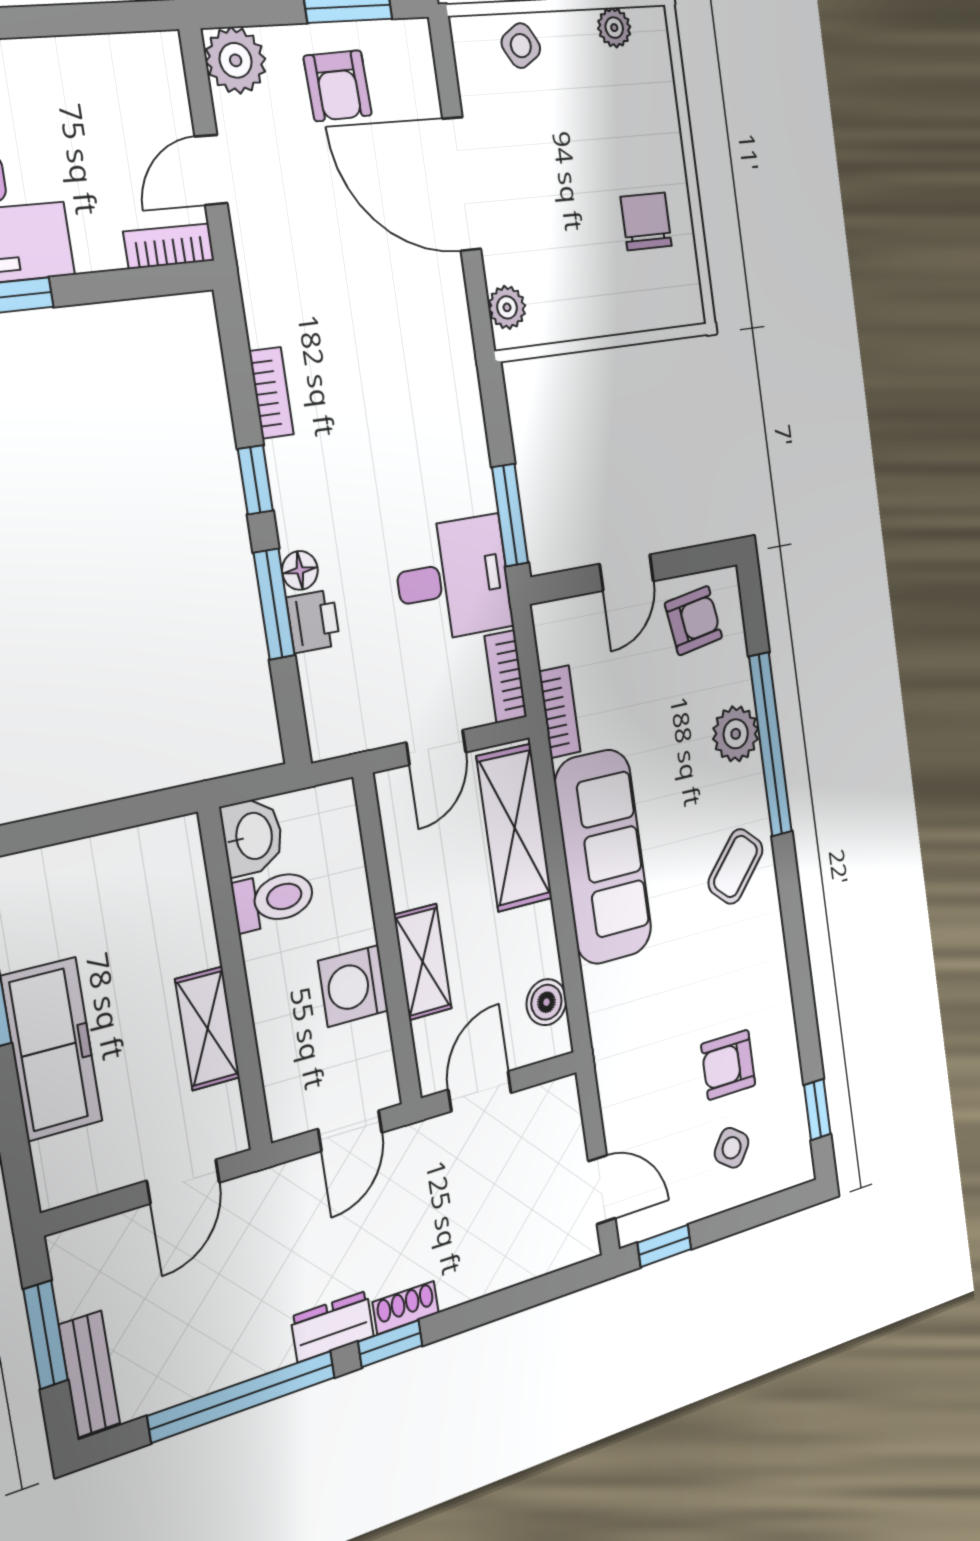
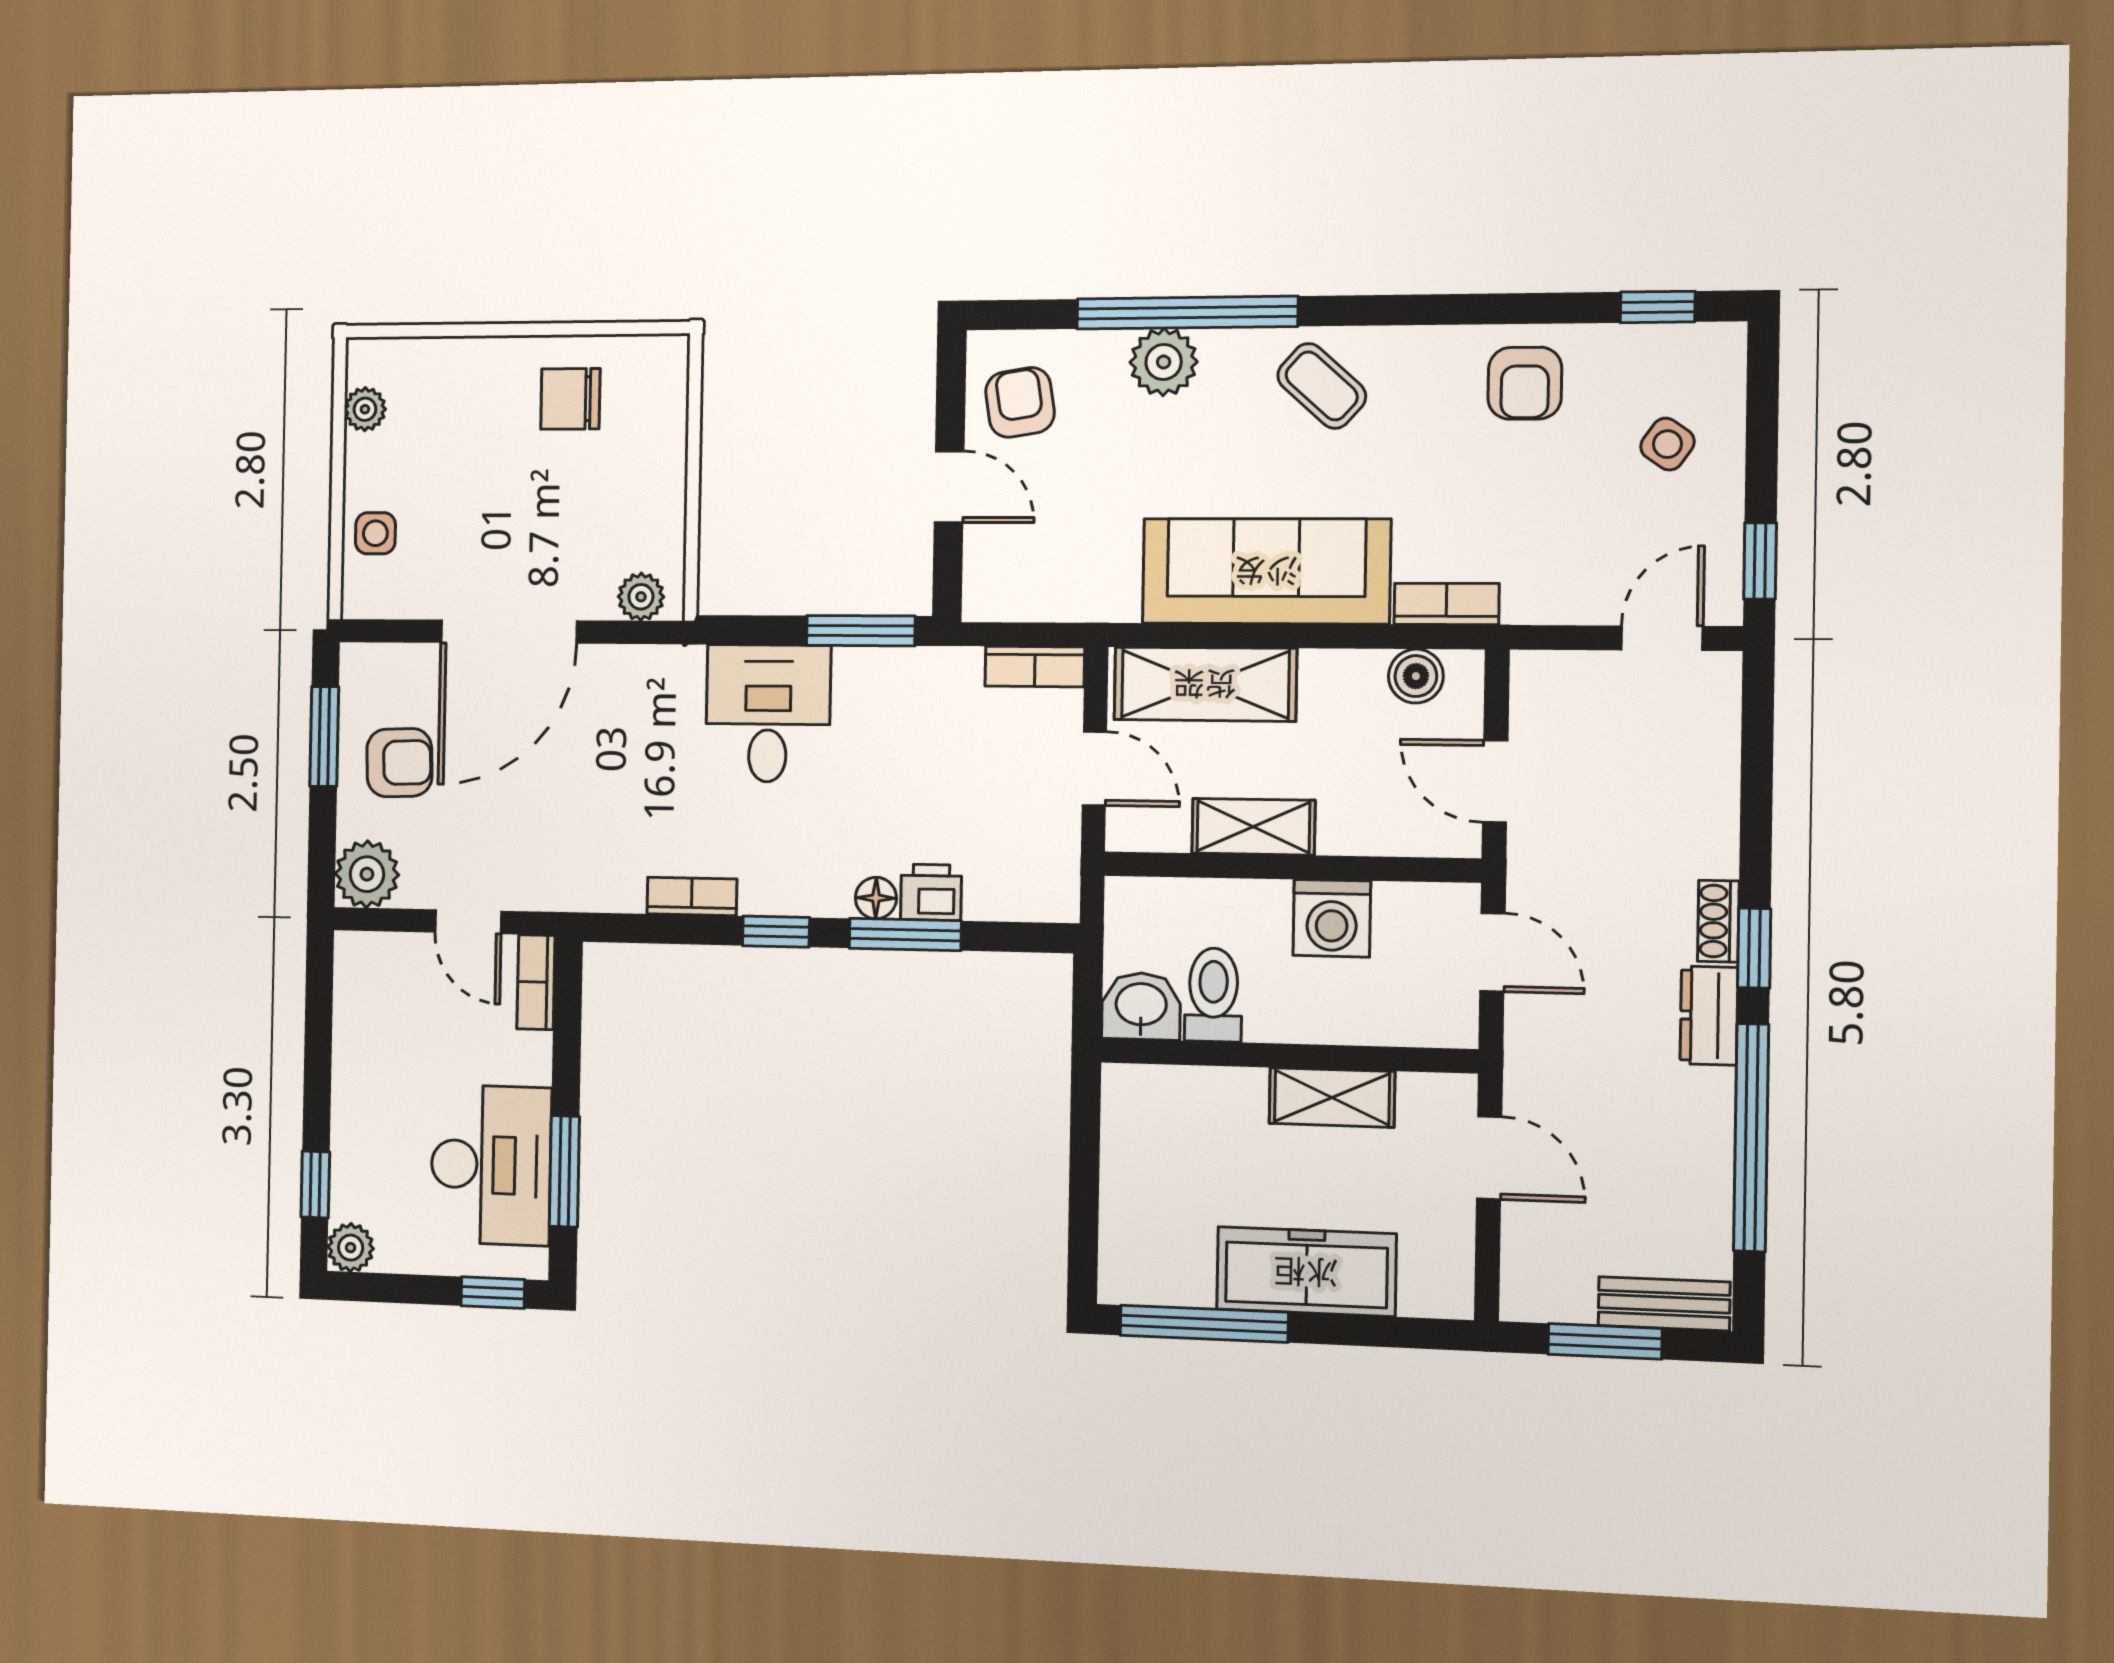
side table: (521, 46) -> (375, 533), turned 32
desk: (453, 579) -> (768, 713), moved
bookcase: (560, 712) -> (1447, 604), moved
shelving: (423, 962) -> (1253, 827), moved
armchair: (728, 1065) -> (1525, 383), moved

